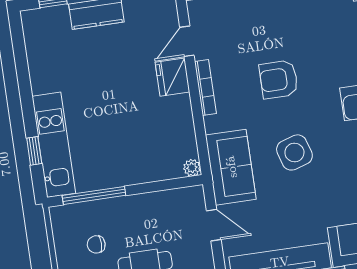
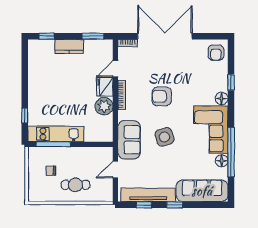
kitchen unit: (54, 145) -> (56, 134), moved, turned -90
plant: (192, 168) -> (104, 106), moved, width x1.87, depth x1.87
door: (214, 225) -> (115, 170), swing flipped

